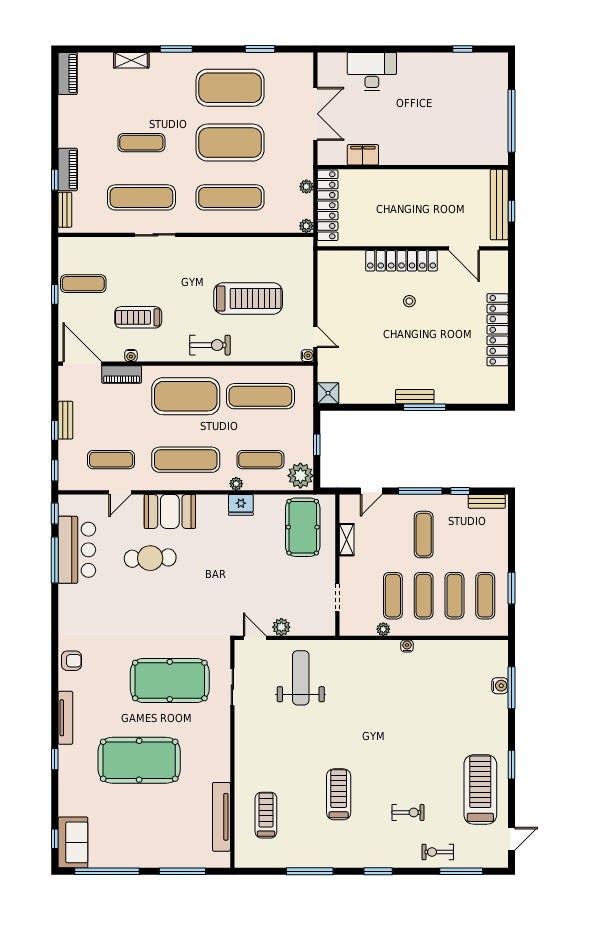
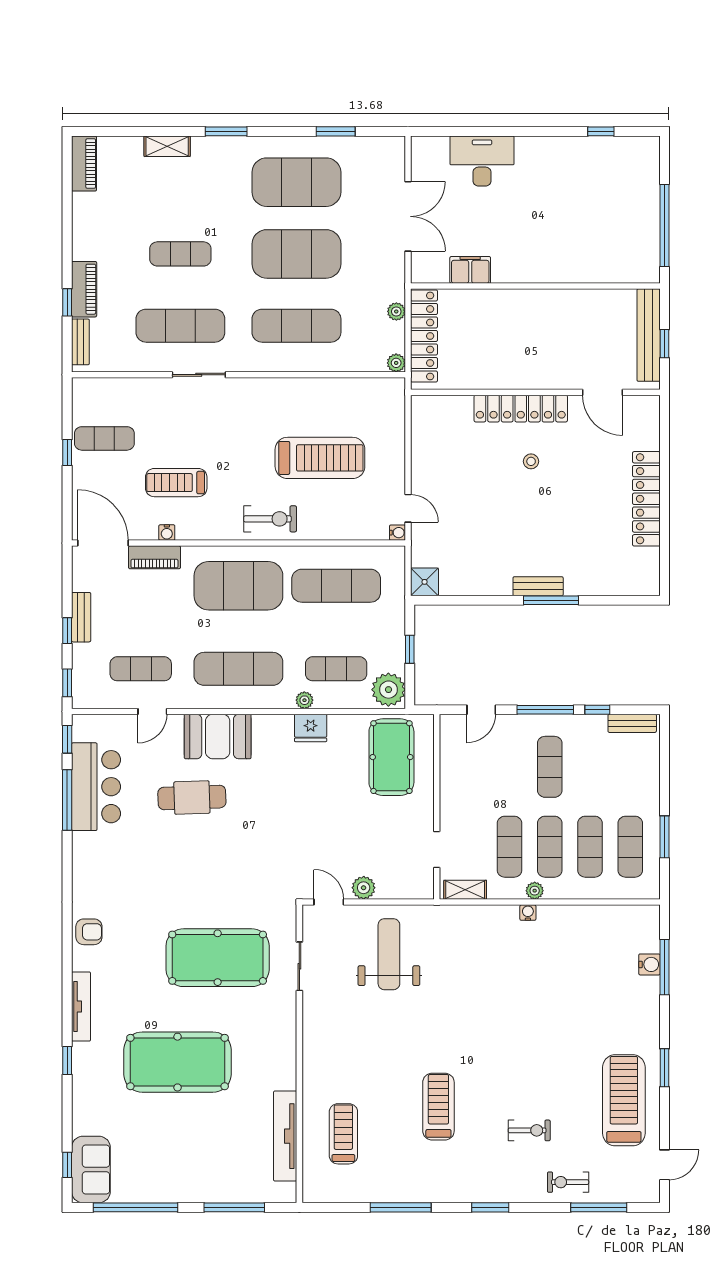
shelving: (347, 540) -> (465, 890), moved, turned 90
plant: (383, 629) -> (535, 891), moved

